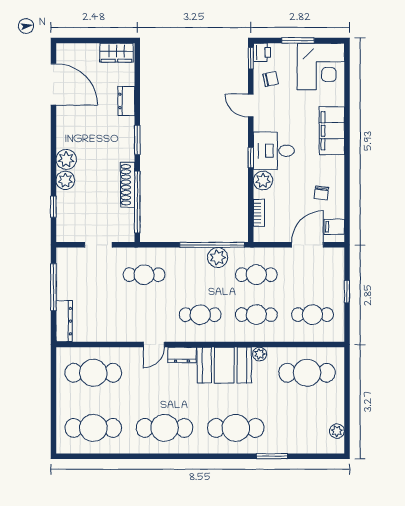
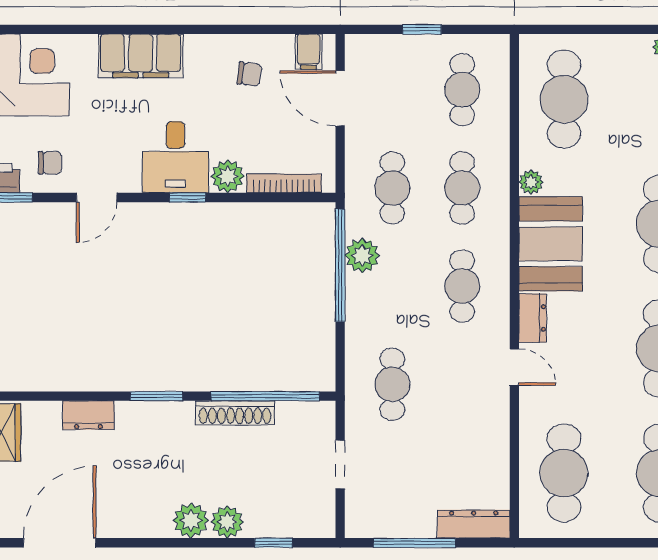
chair: (271, 79) -> (50, 163), turned 102
bookcase: (259, 213) -> (284, 183), width x1.56

